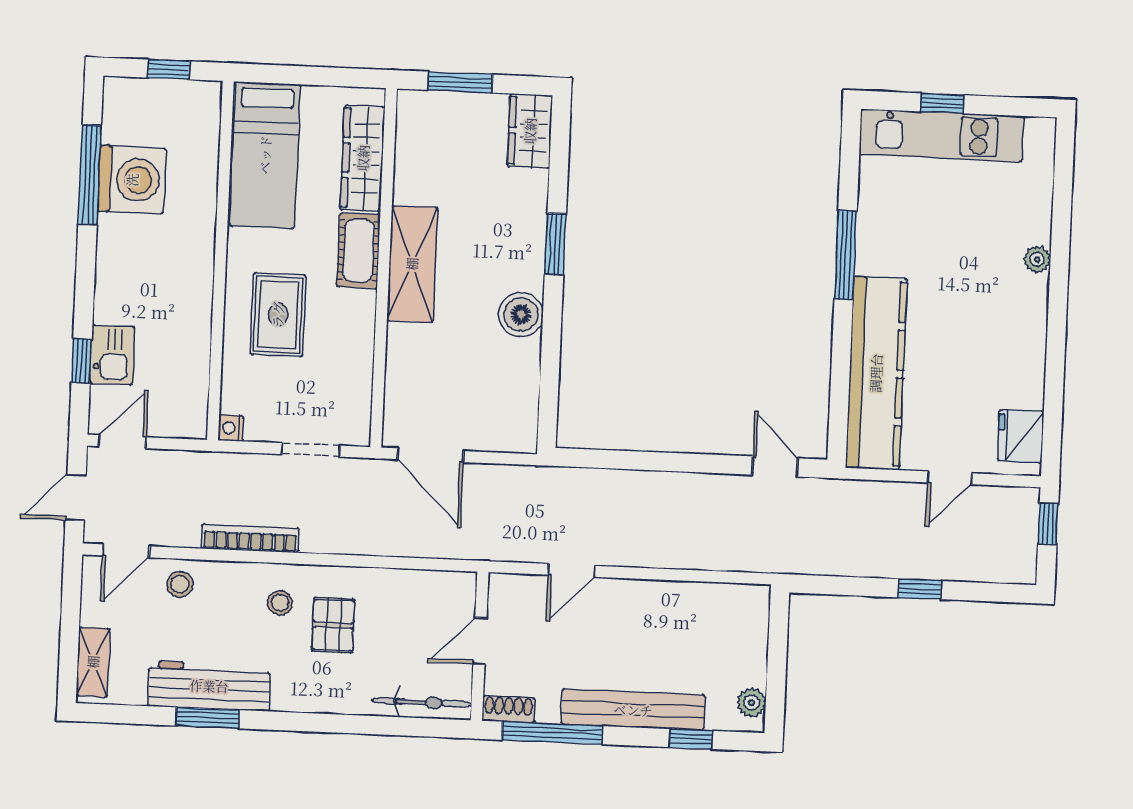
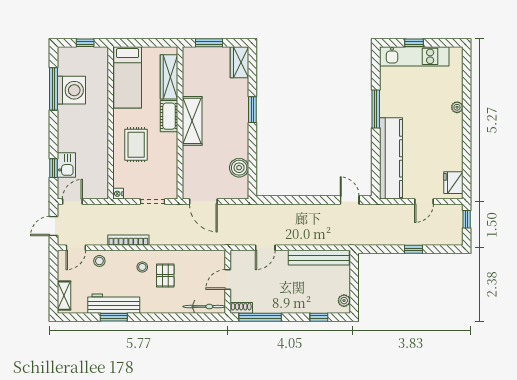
boiler: (521, 314) -> (239, 168), moved
bench: (633, 710) -> (319, 258), moved

